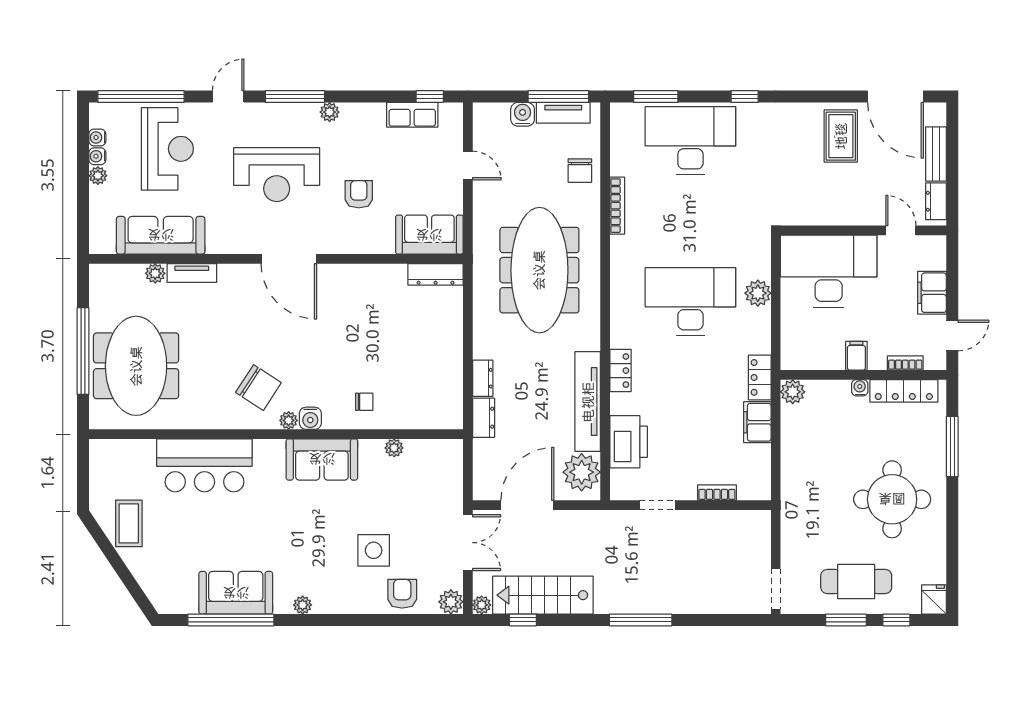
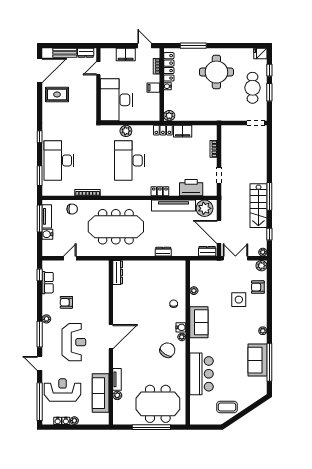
armchair: (359, 194) -> (66, 302), moved
sofa: (429, 235) -> (100, 275), removed
dresser: (484, 418) -> (207, 251), moved
stairs: (543, 595) -> (258, 206), moved
window: (641, 620) -> (269, 196), moved

